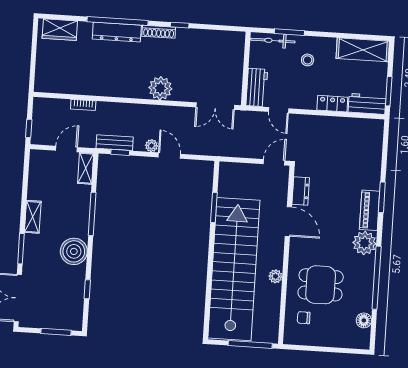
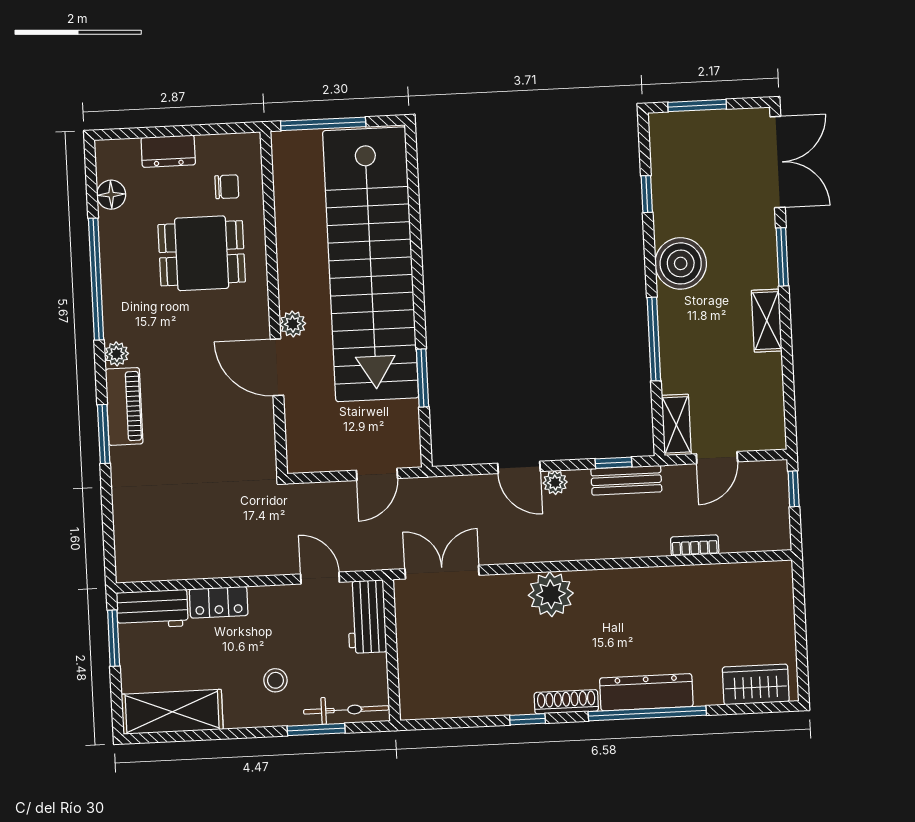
door: (274, 162) -> (377, 474), moved
dresser: (301, 191) -> (168, 151), moved, turned -90
plant: (364, 243) -> (117, 354), width x0.53, depth x0.53
plant: (276, 276) -> (293, 324), moved

